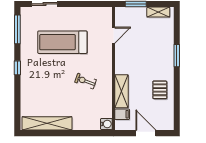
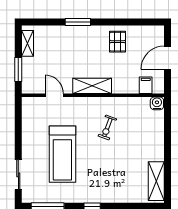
pallet: (160, 90) -> (118, 42), turned 90
shelving: (121, 91) -> (92, 86), moved
shelving: (47, 123) -> (156, 181), width x0.68

